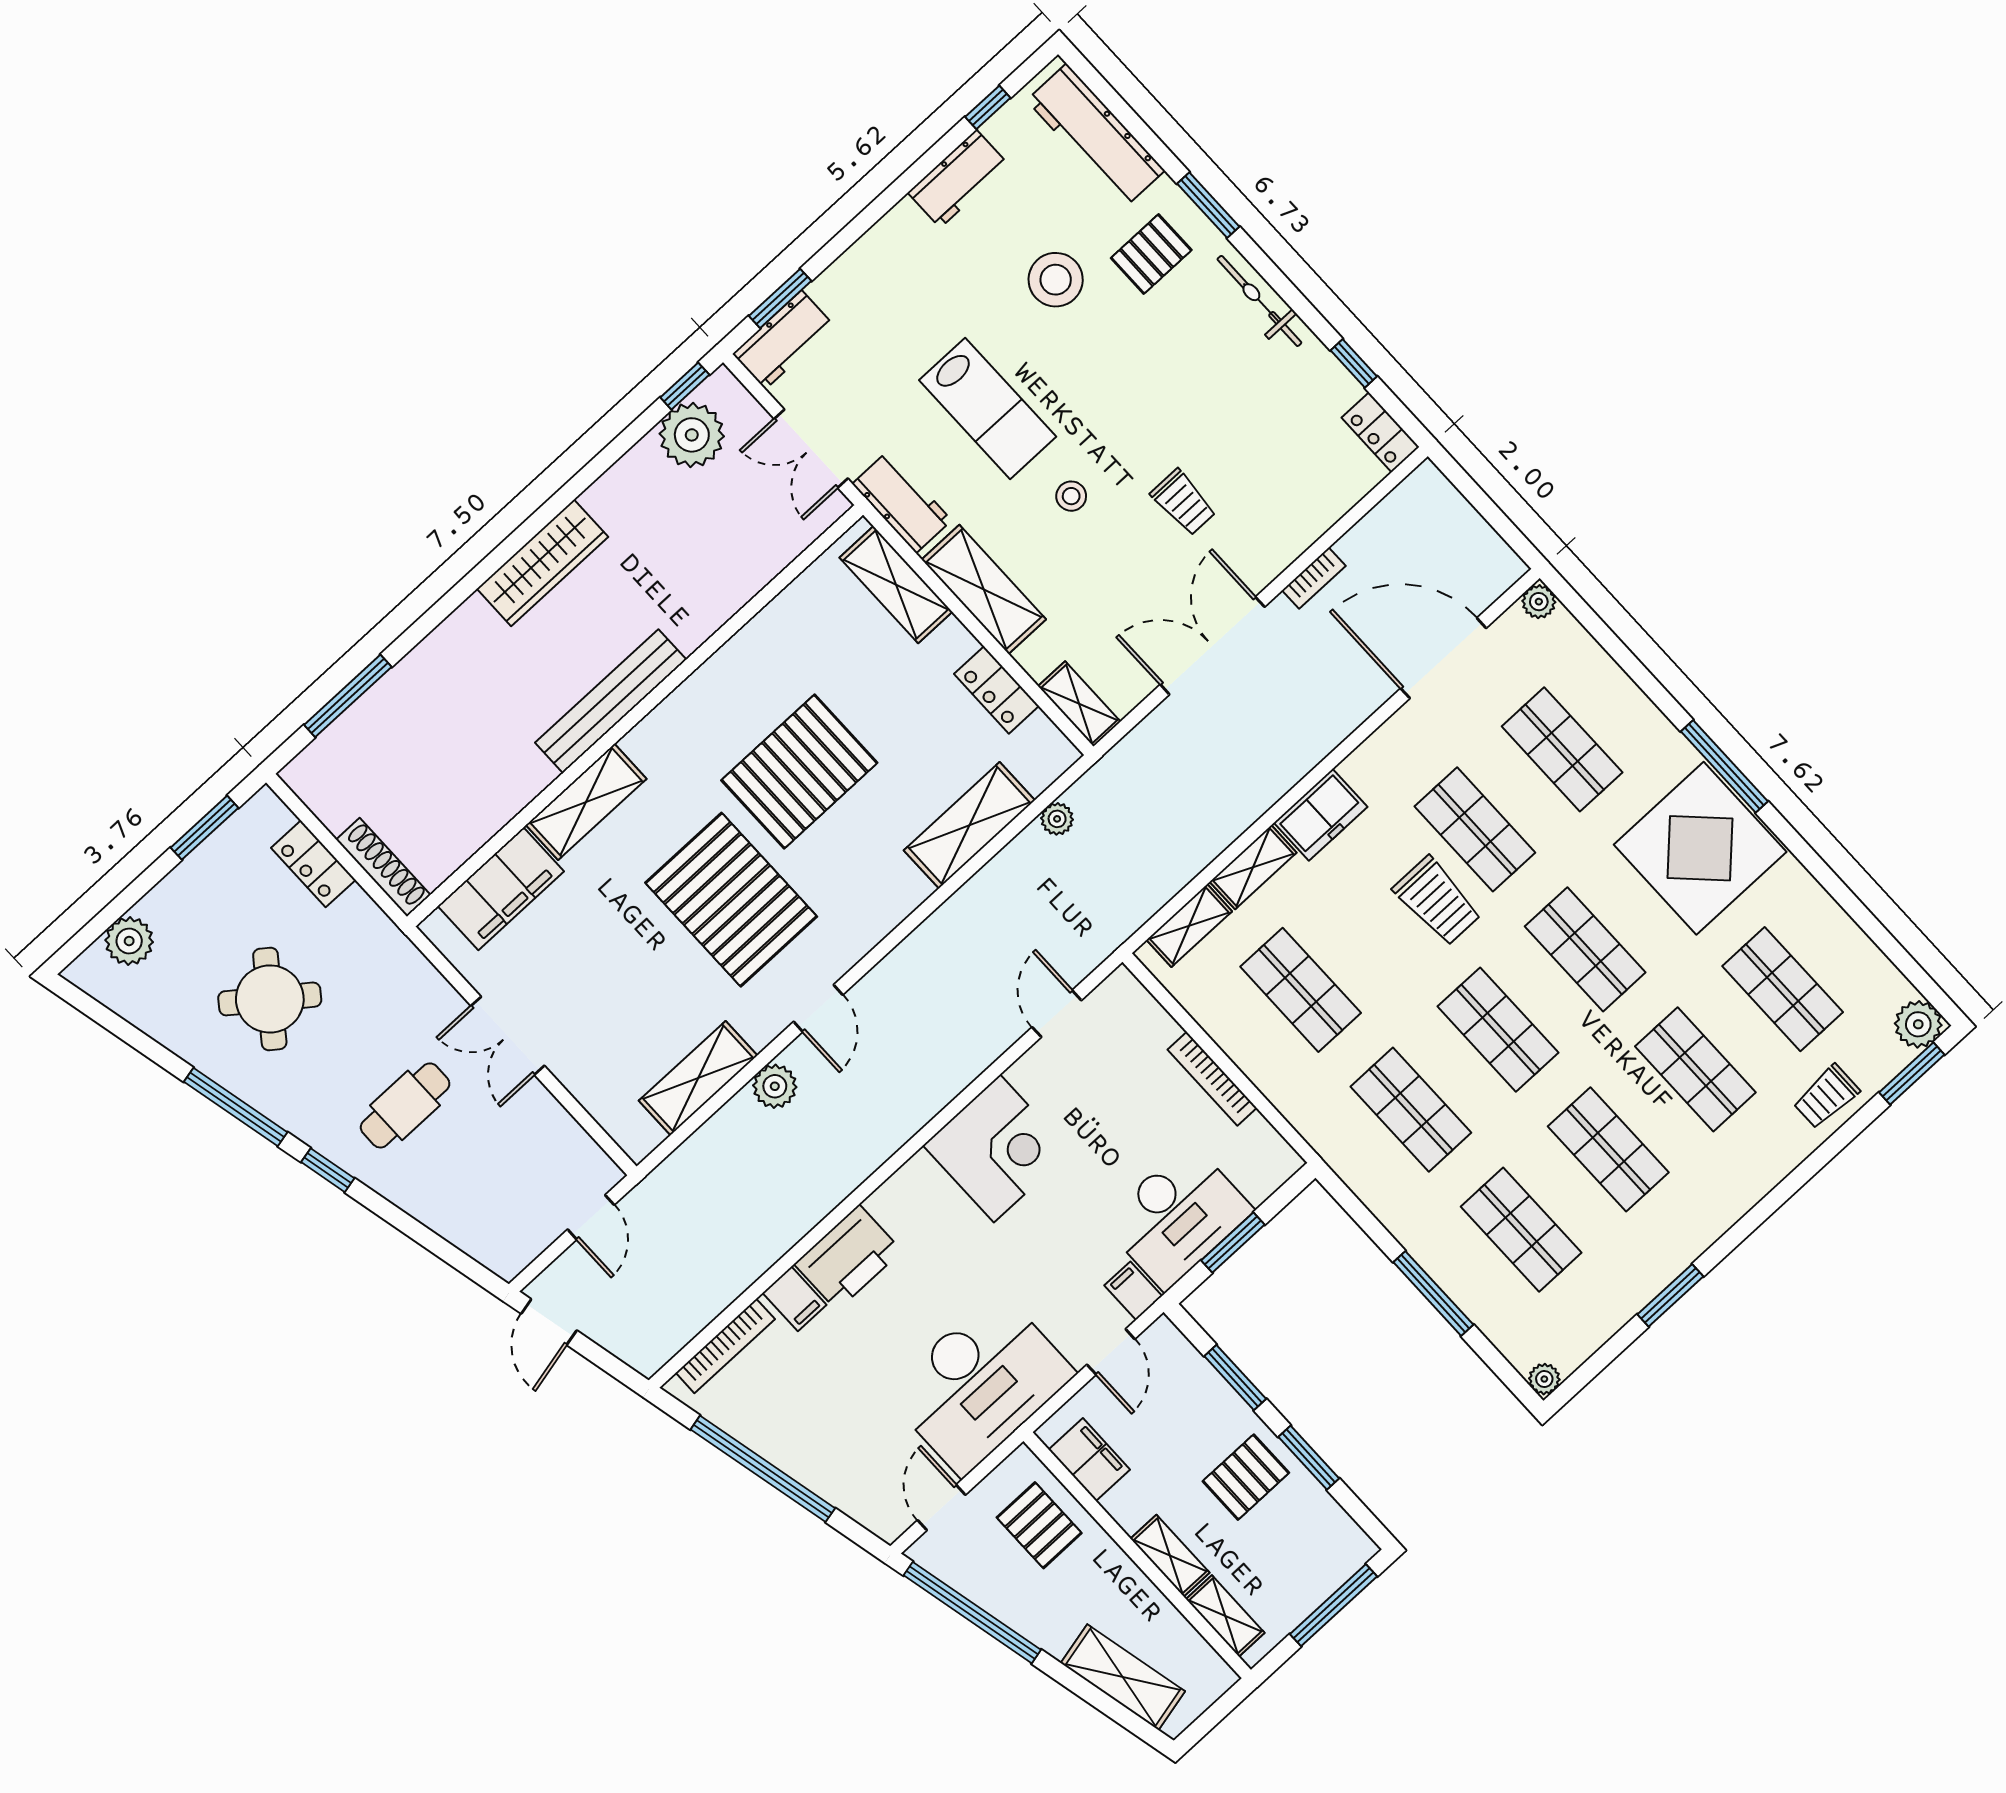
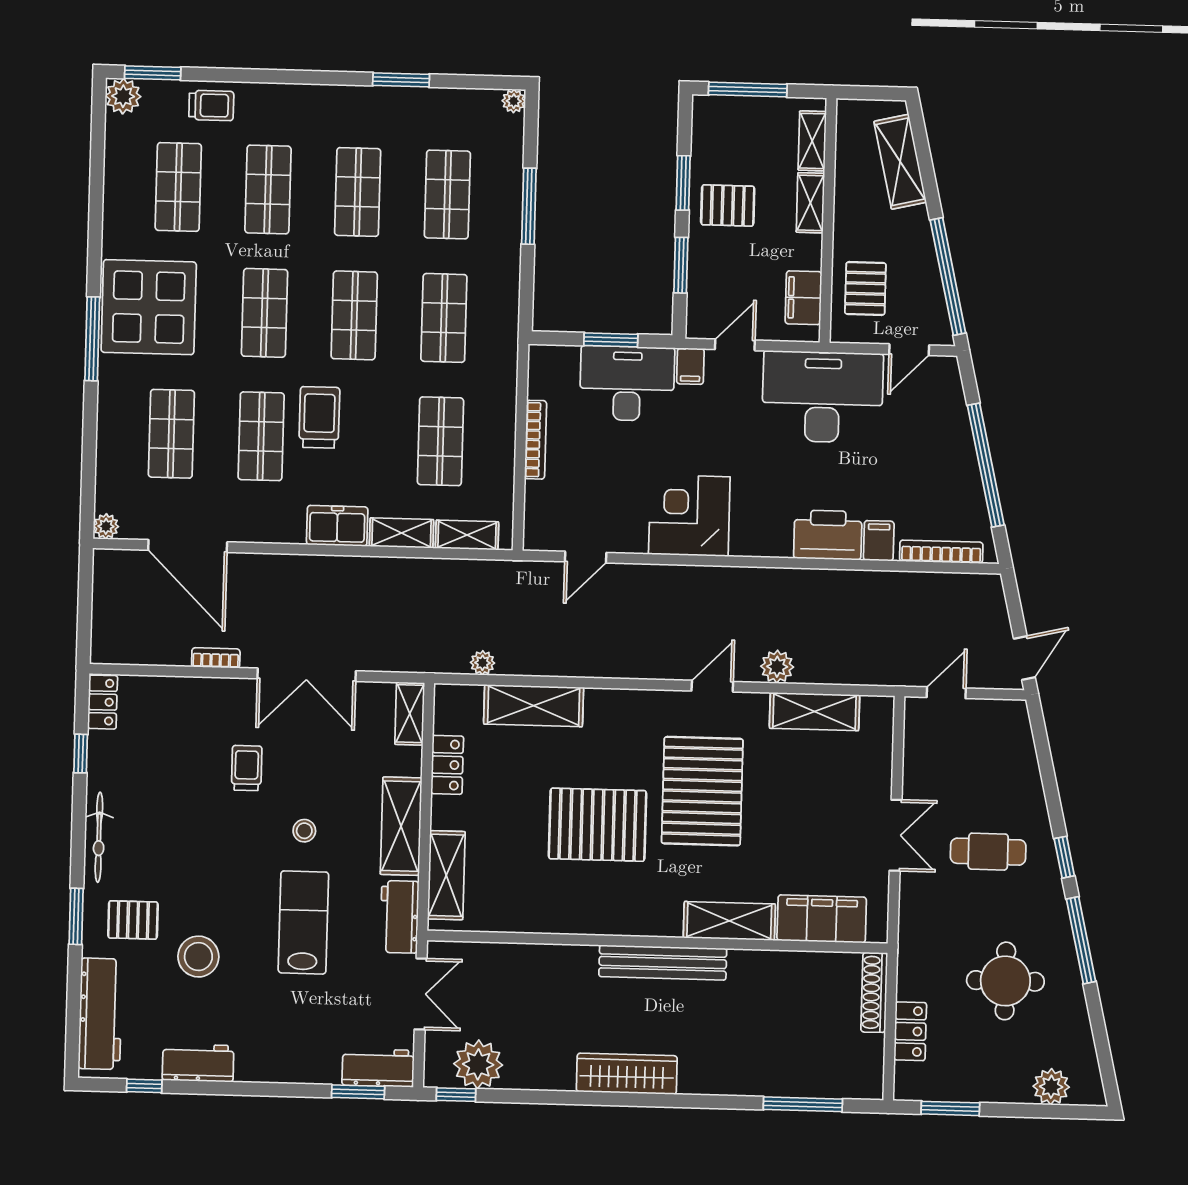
round table: (270, 999) -> (1005, 981), turned -37

